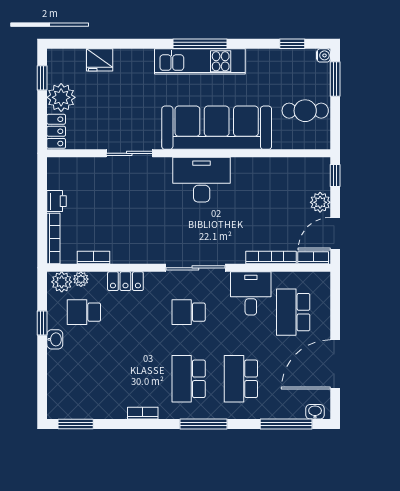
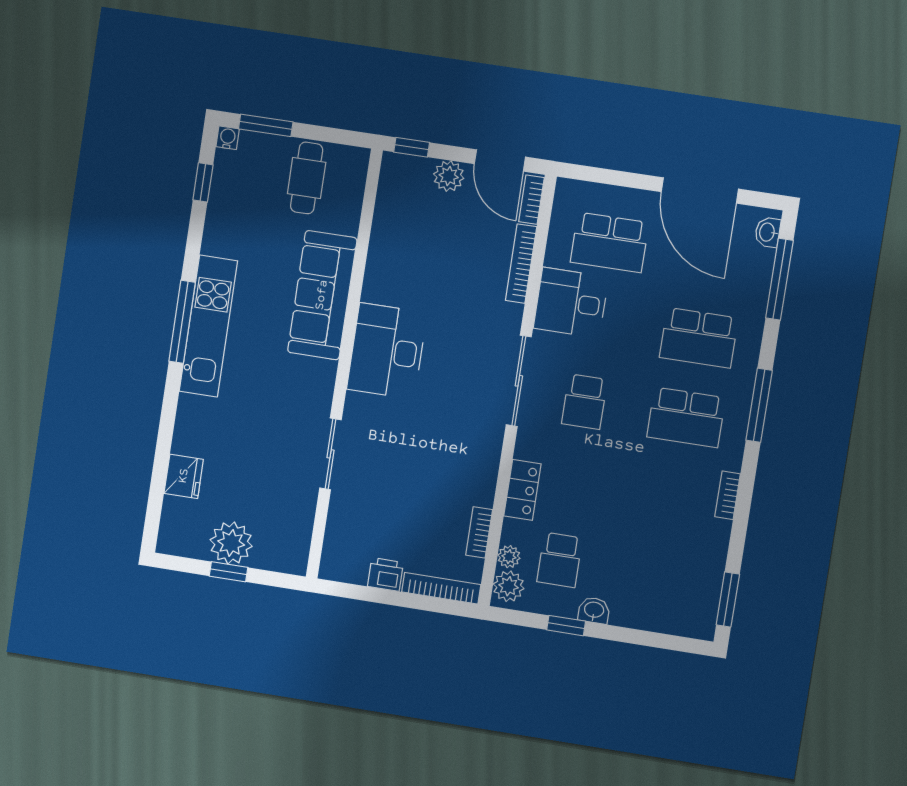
window: (42, 78) -> (229, 572), moved
sofa: (217, 128) -> (322, 295), width x0.74, depth x0.79
locker: (56, 131) -> (281, 558), removed

